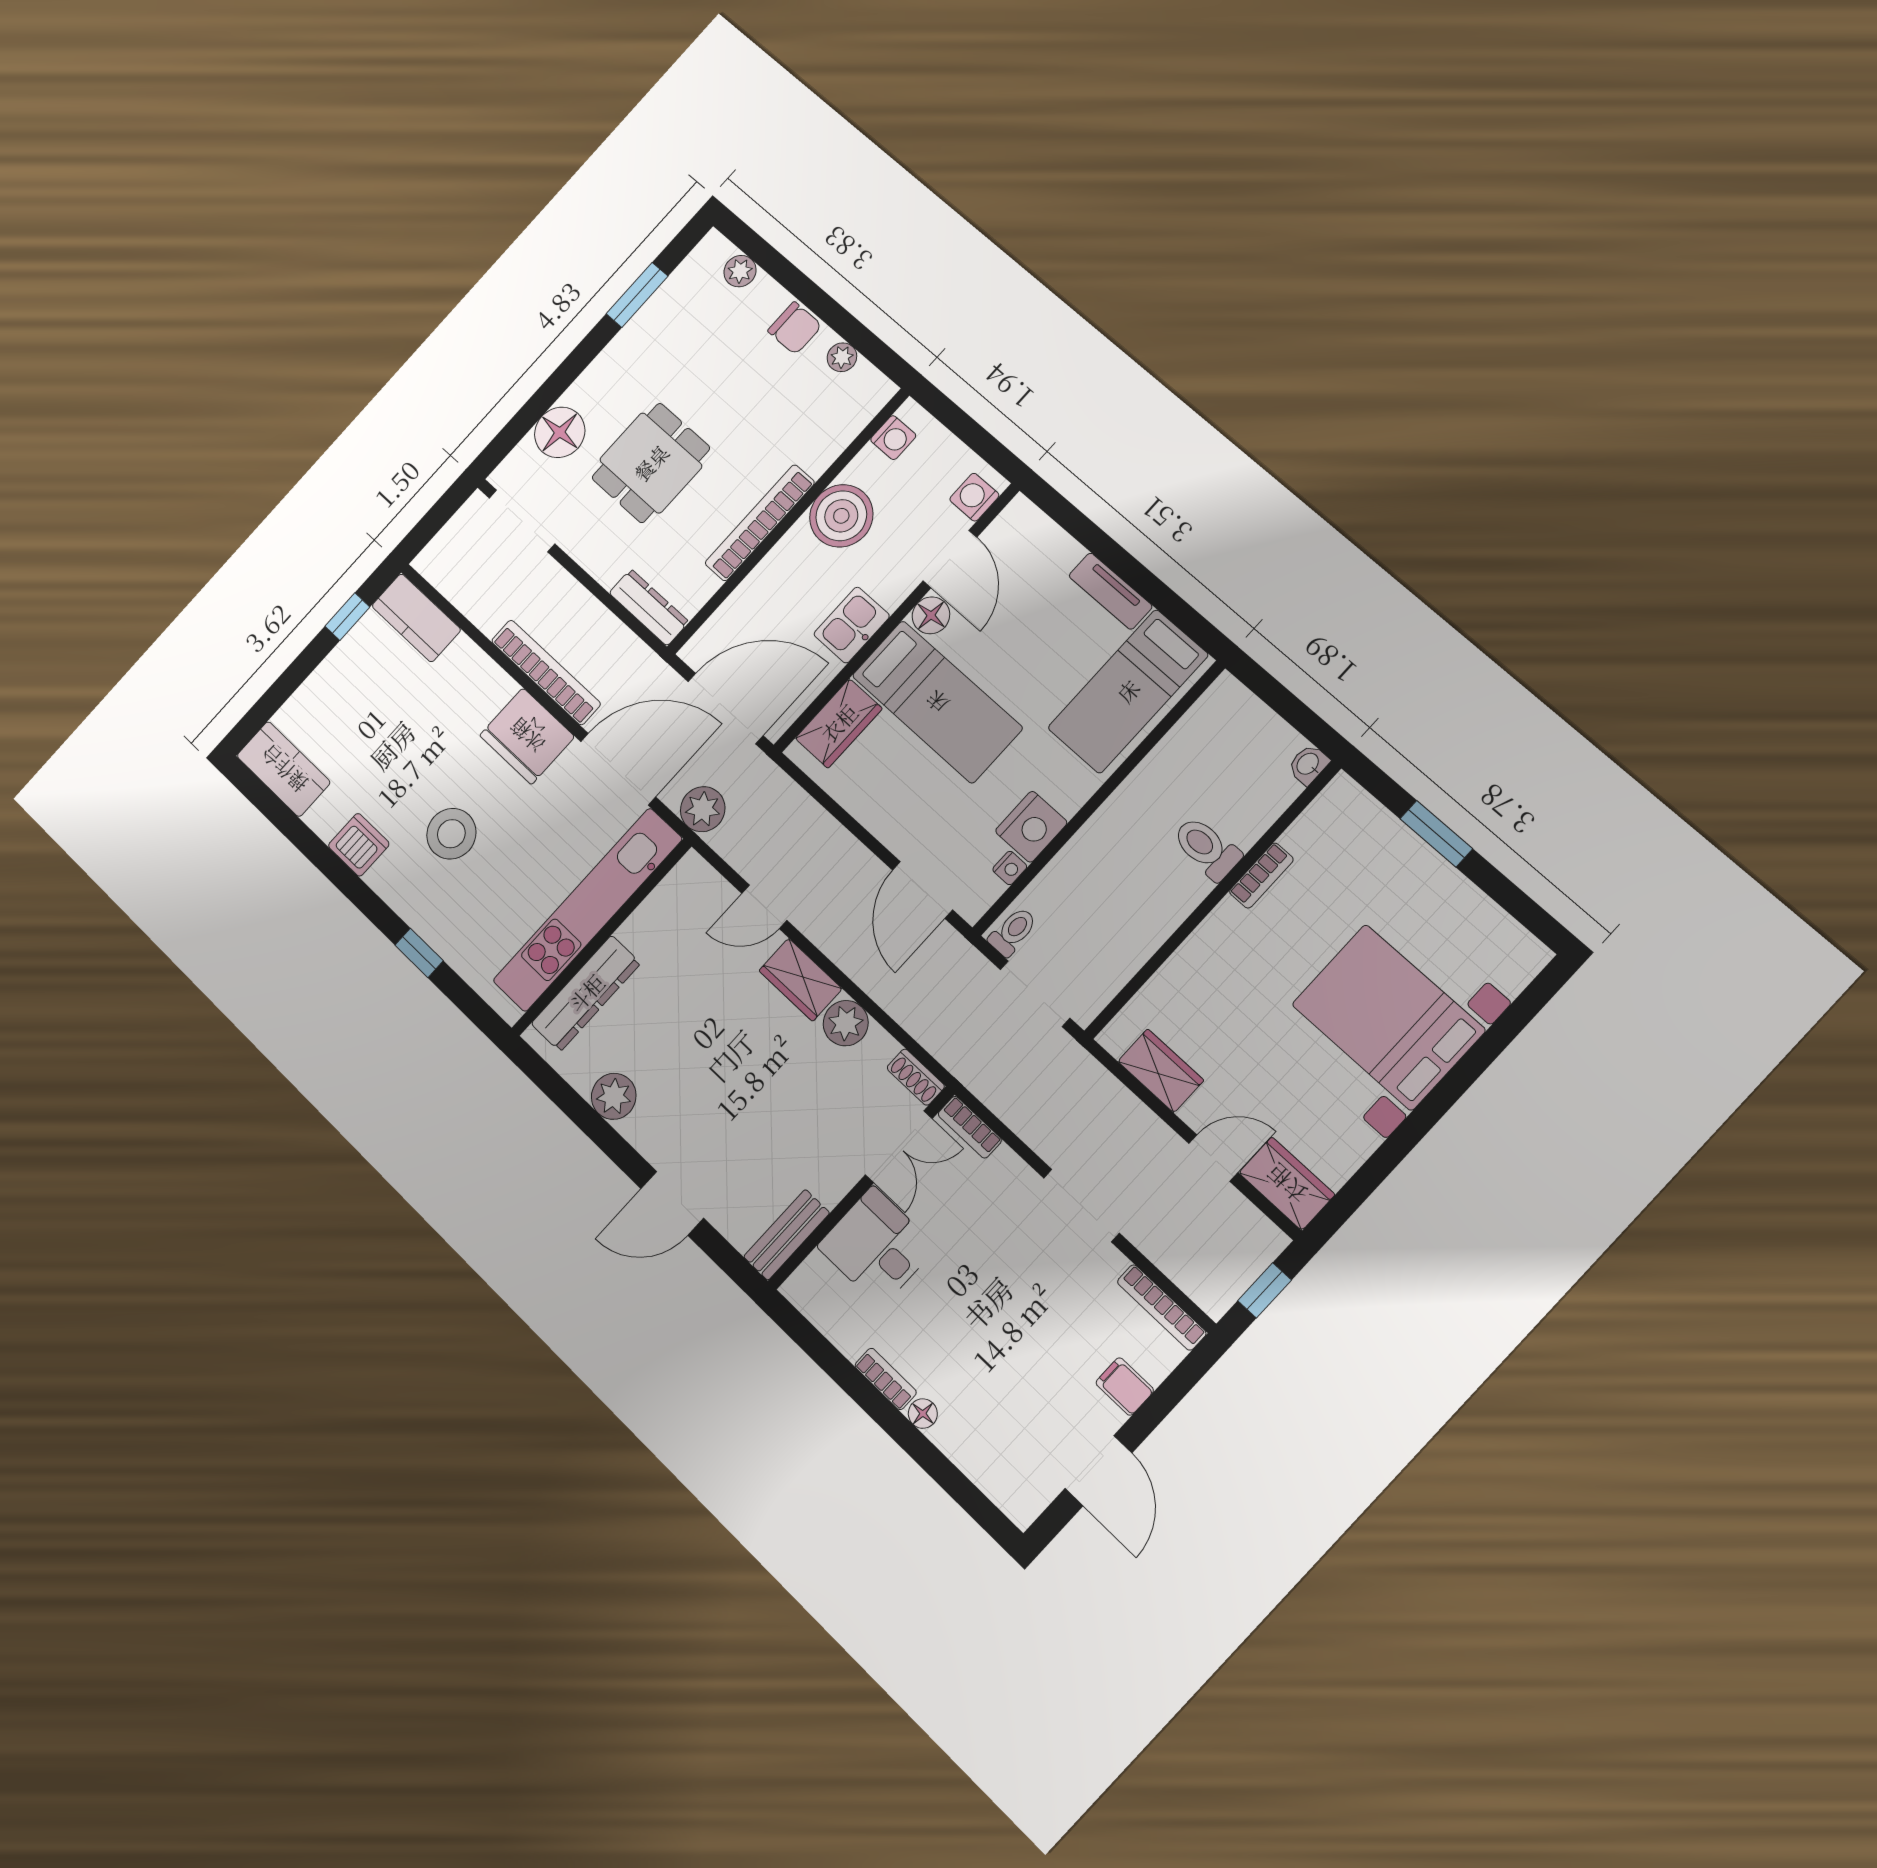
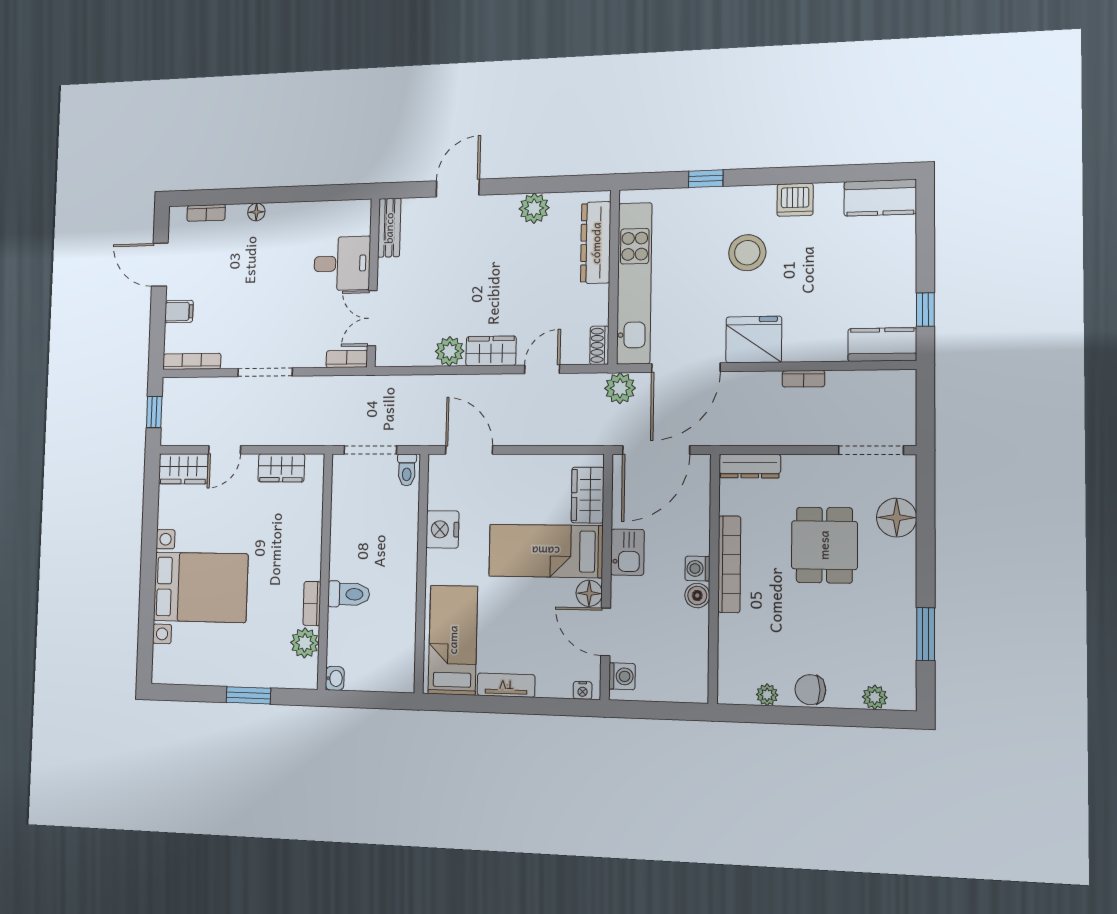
washing machine: (893, 438) -> (697, 569), moved
boiler: (841, 516) -> (697, 596), width x0.54, depth x0.54
bookcase: (546, 672) -> (803, 379), width x0.43, depth x0.76
plant: (1310, 837) -> (305, 643), added
nightstand: (1010, 868) -> (583, 690), moved, turned -90
shoe rack: (916, 1077) -> (599, 345), moved, turned -90
bookcase: (886, 1379) -> (206, 213), moved

